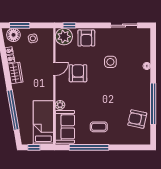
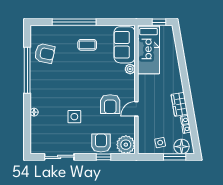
window: (69, 25) -> (103, 157), moved
window: (13, 110) -> (182, 63), removed
window: (89, 147) -> (74, 22), moved

